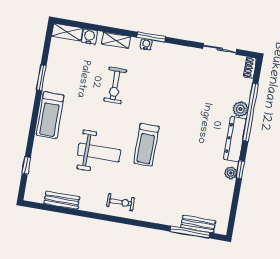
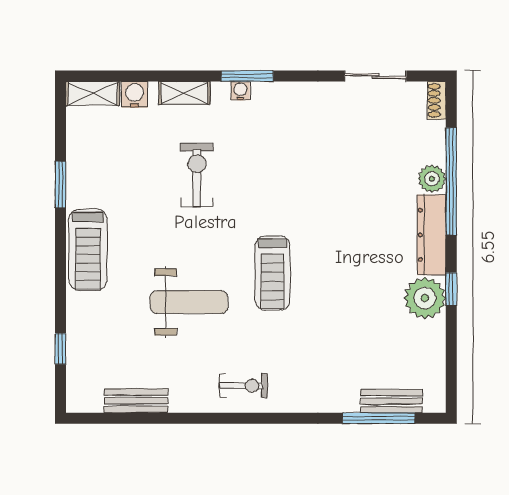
exercise bike: (115, 85) -> (197, 175), turned 180
plant: (231, 173) -> (425, 298), width x1.87, depth x1.87

